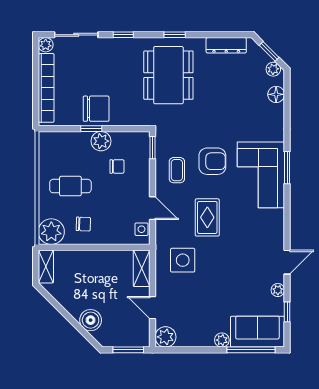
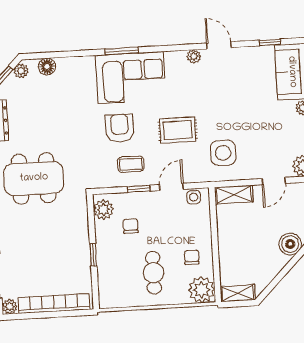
chair: (96, 109) -> (72, 251), removed
plant: (101, 141) -> (103, 209), moved
window: (153, 148) -> (139, 189), moved
plant: (278, 290) -> (194, 56), moved

